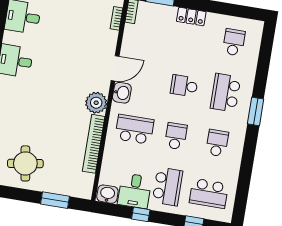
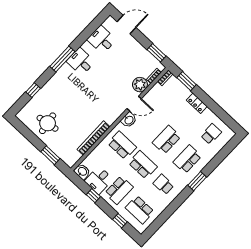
school desk: (184, 86) -> (167, 140), width x1.85
plant: (96, 103) -> (140, 85), moved
school desk: (176, 136) -> (143, 165), width x1.85
school desk: (217, 143) -> (163, 184), turned -90

